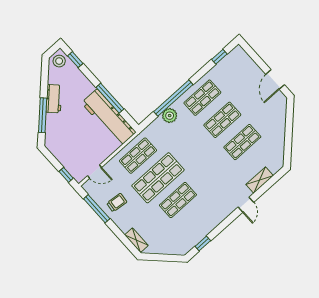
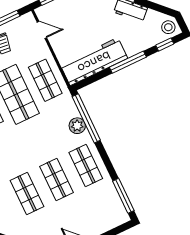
window: (219, 57) -> (123, 196), width x2.17
window: (110, 98) -> (128, 62), moved
window: (173, 98) -> (86, 118), moved
door: (94, 172) -> (42, 30), swing flipped

